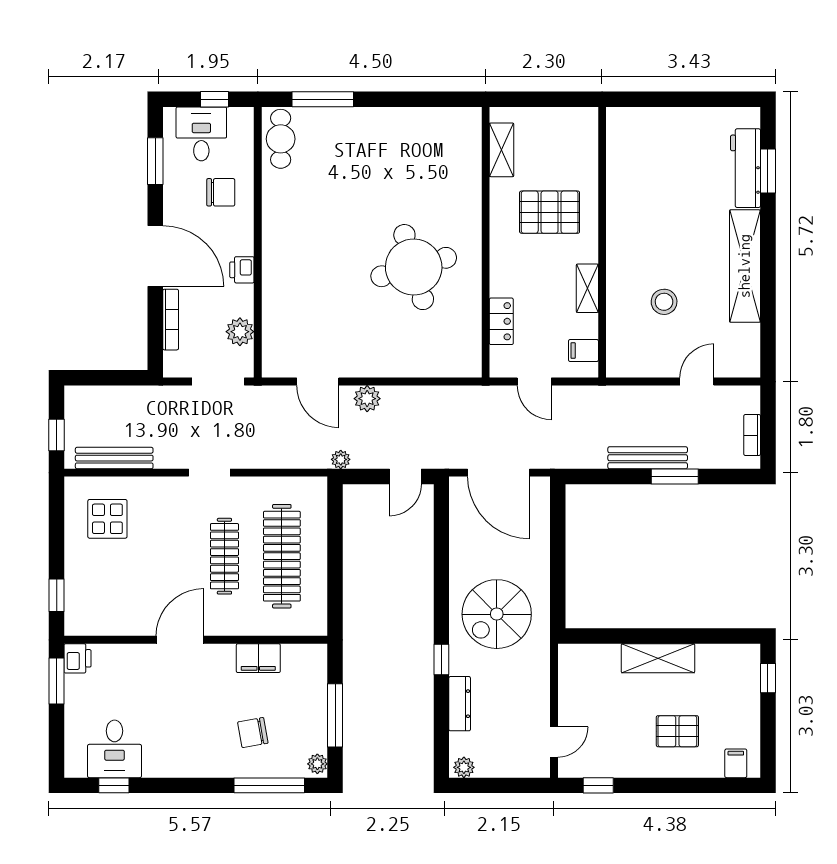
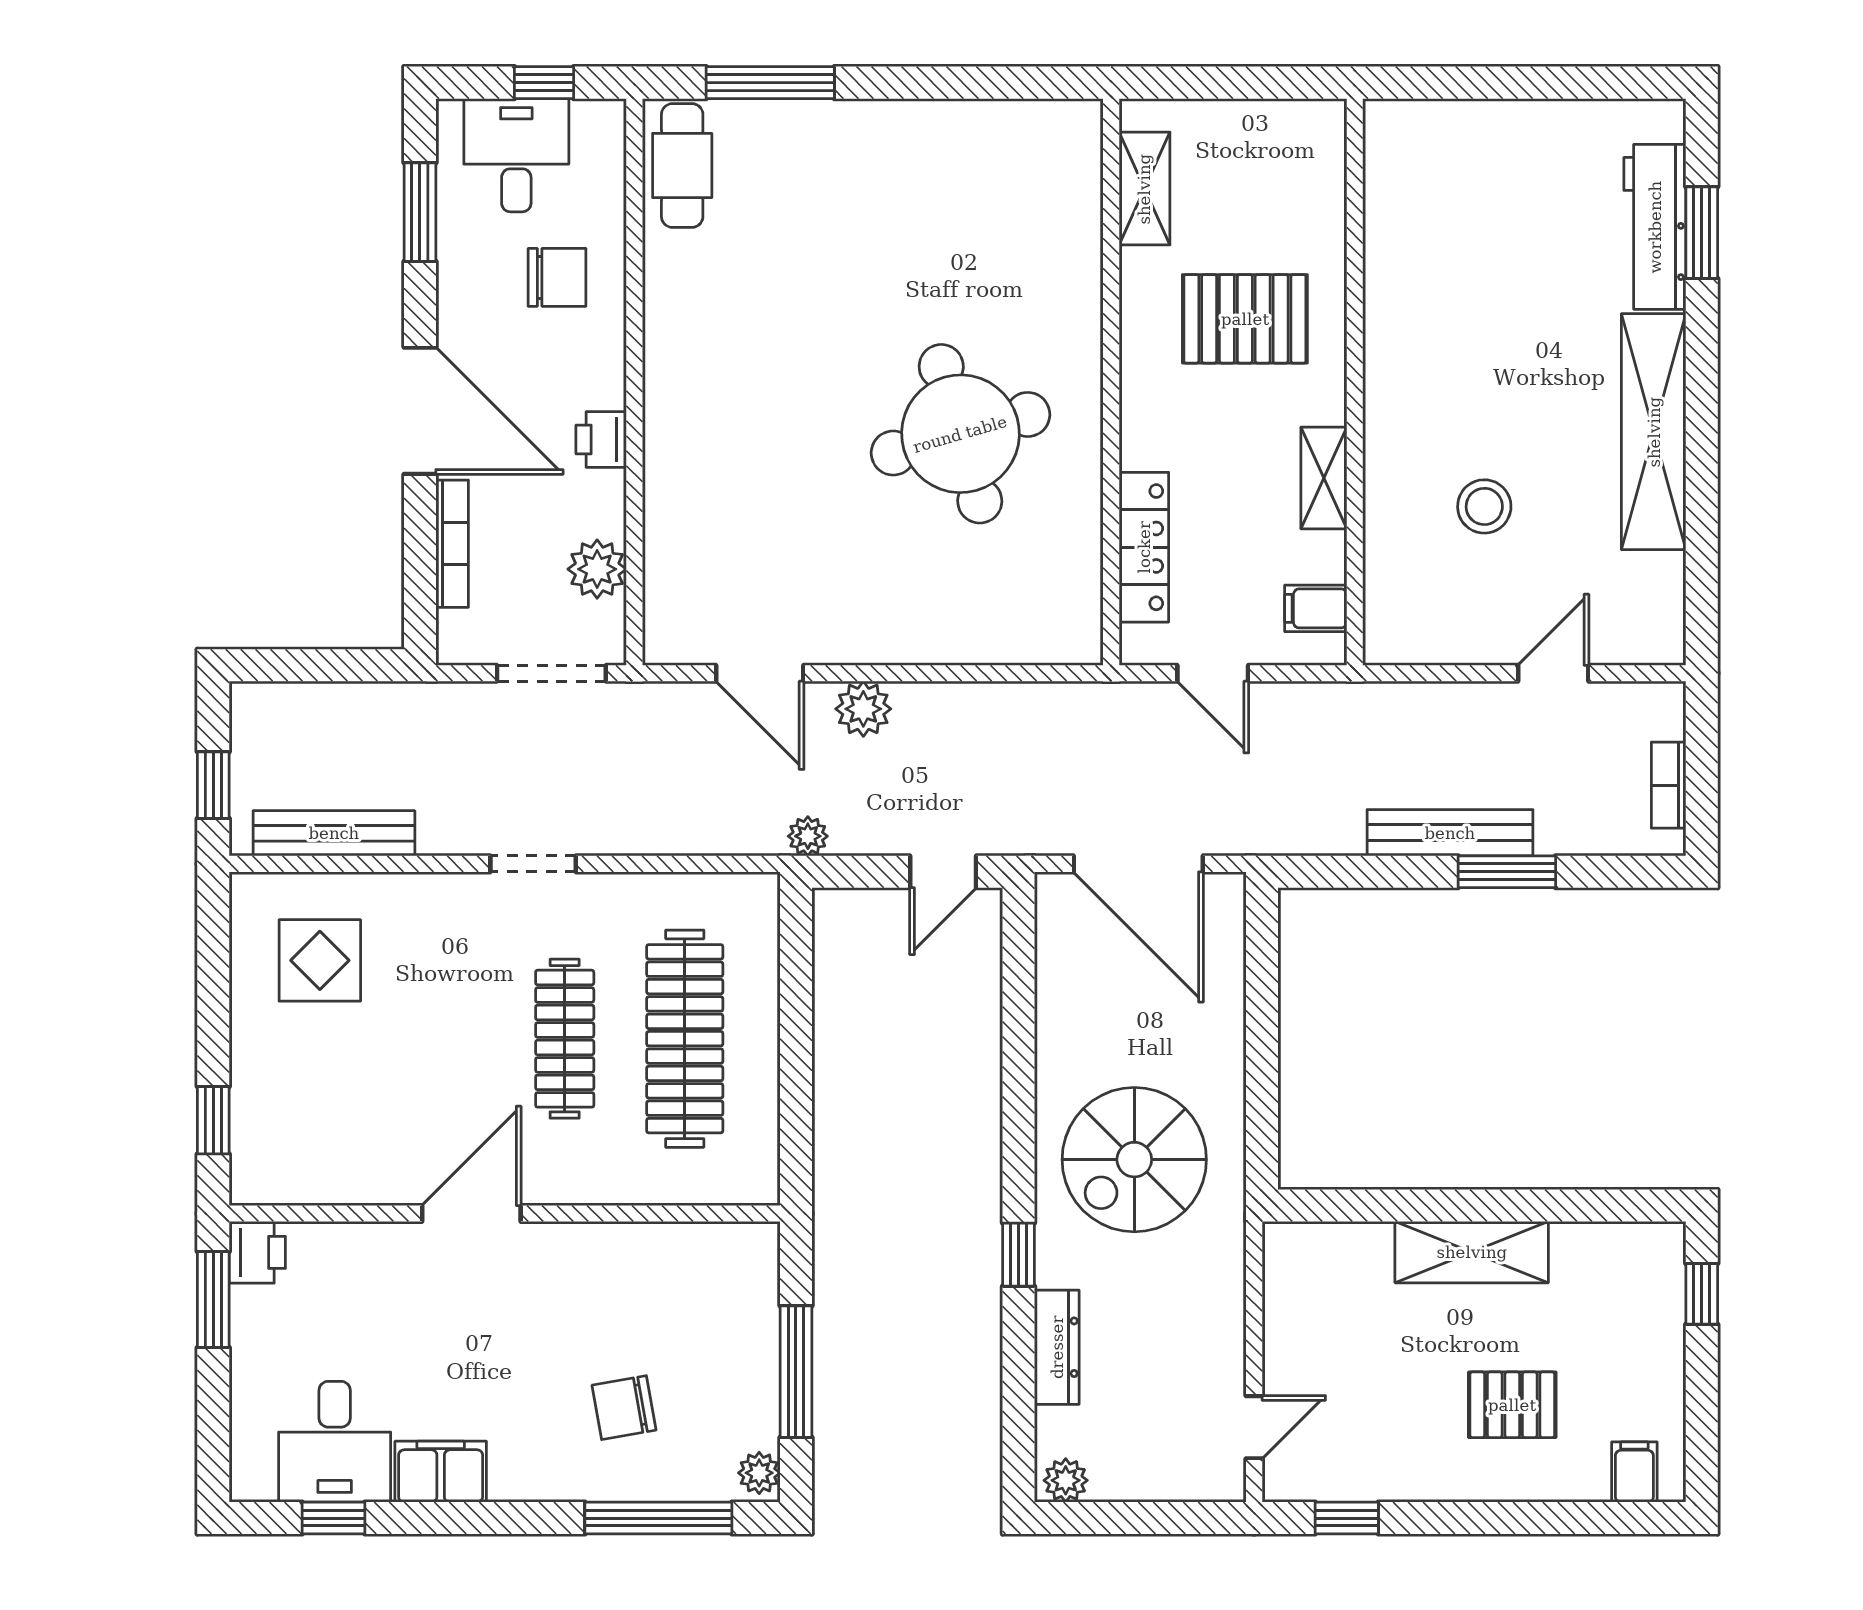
locker: (501, 321) -> (1144, 547), width x1.53
filing cabinet: (258, 658) -> (441, 1472), moved, turned 180

